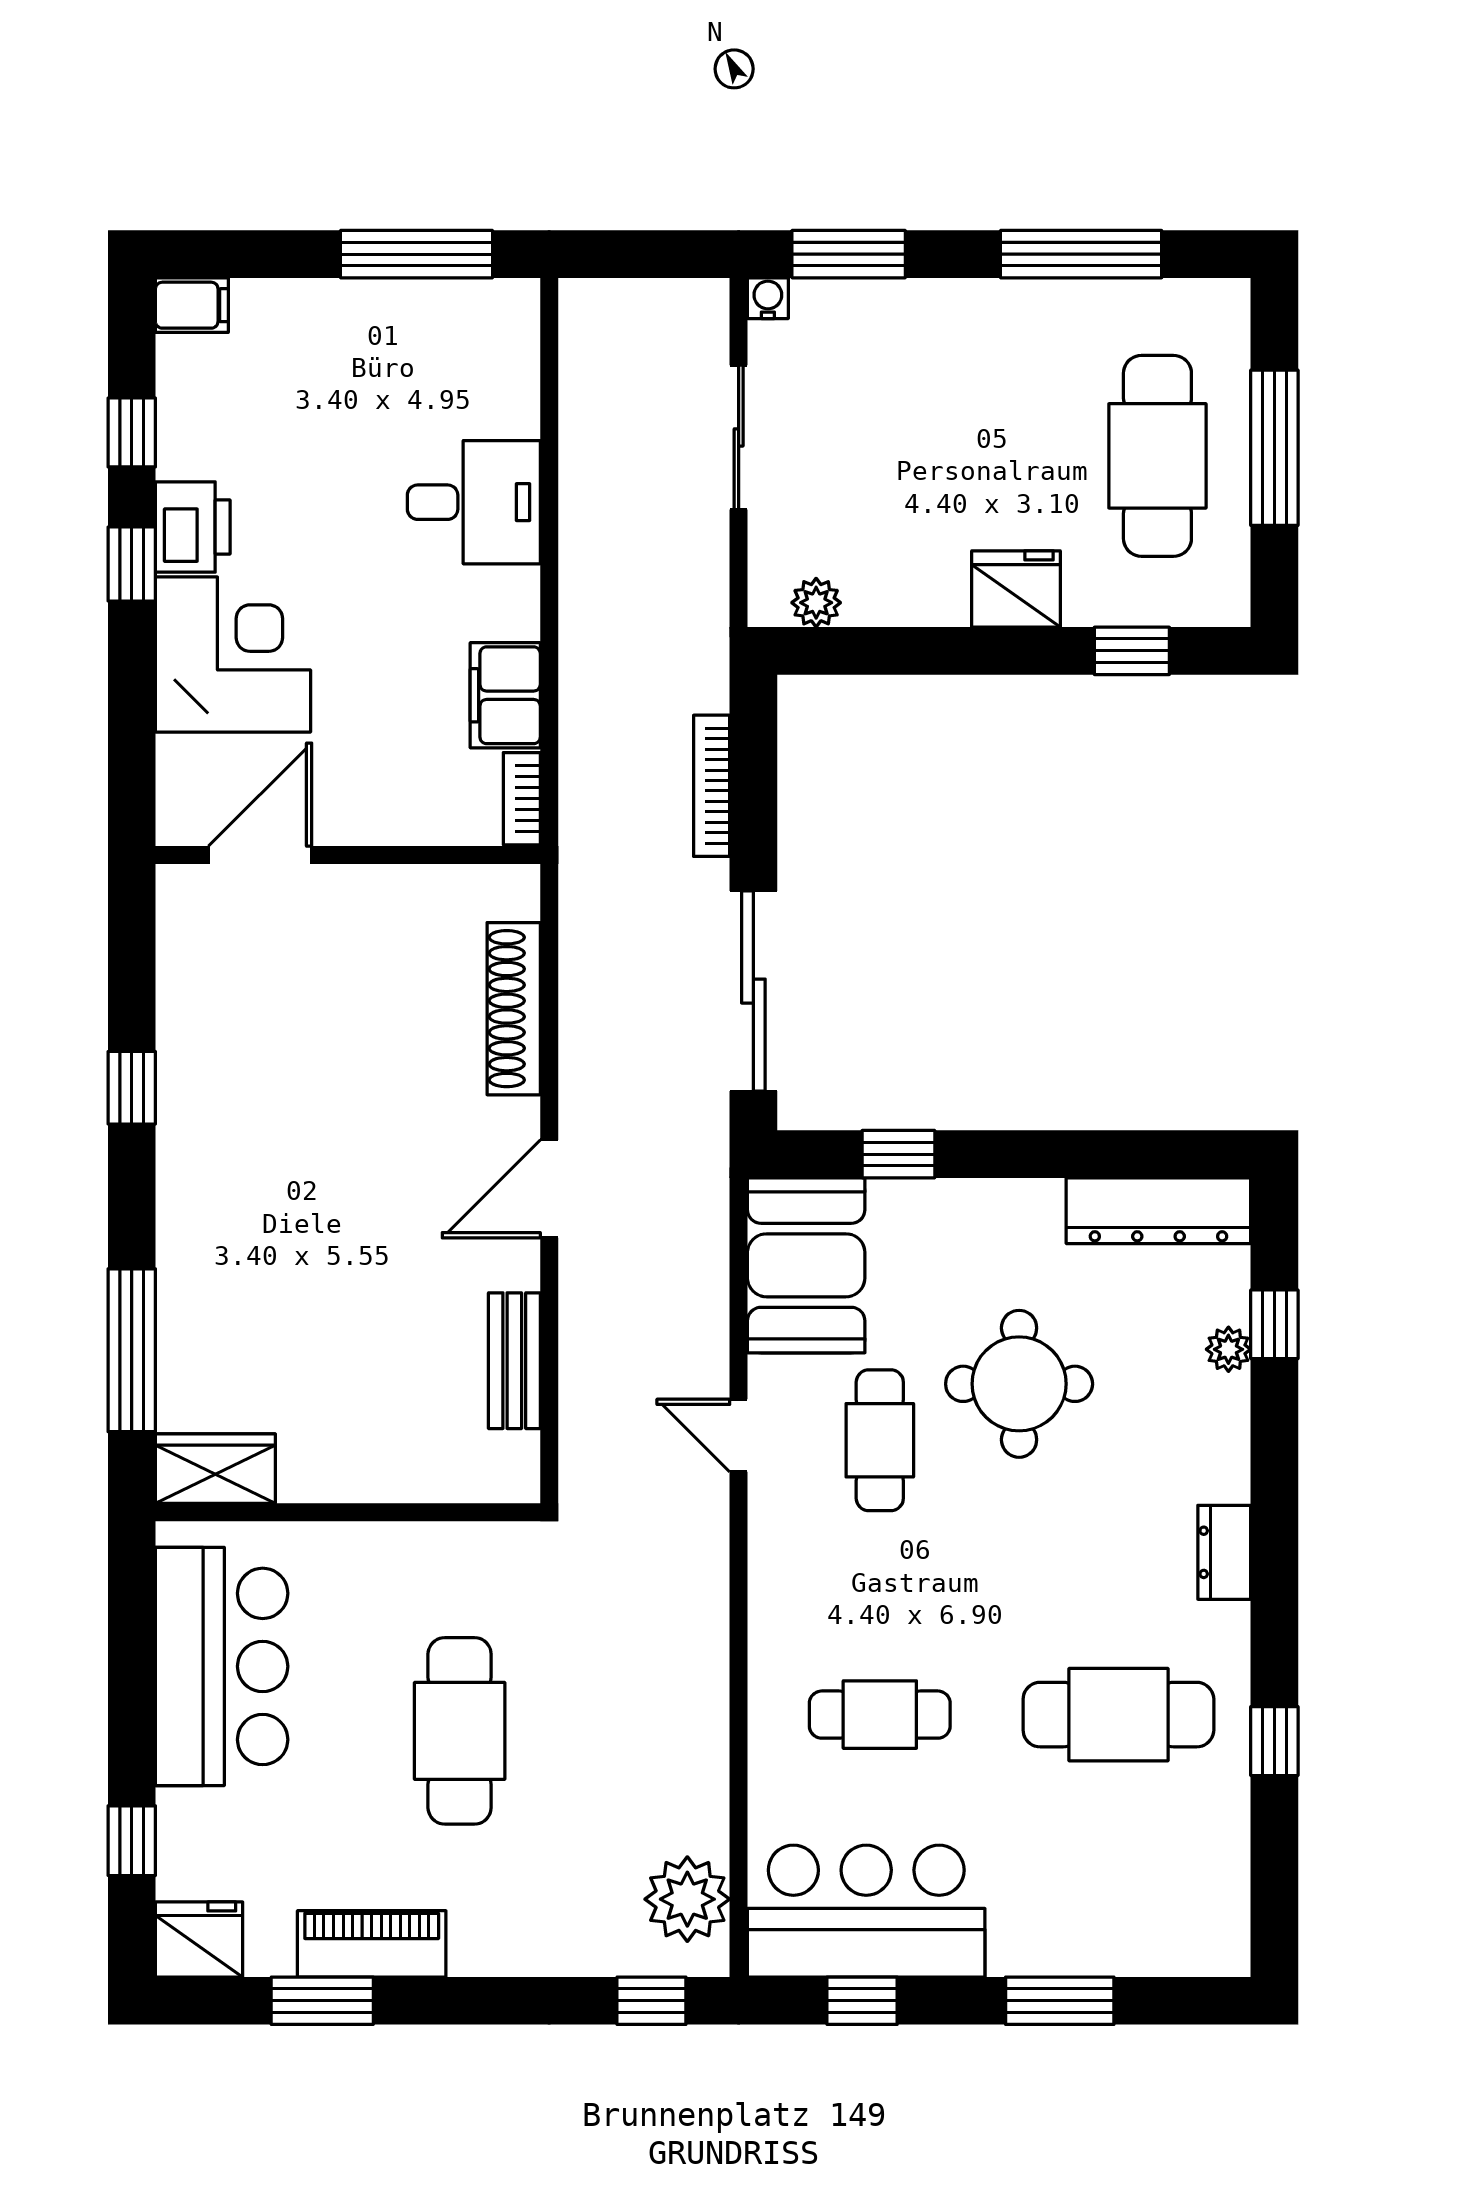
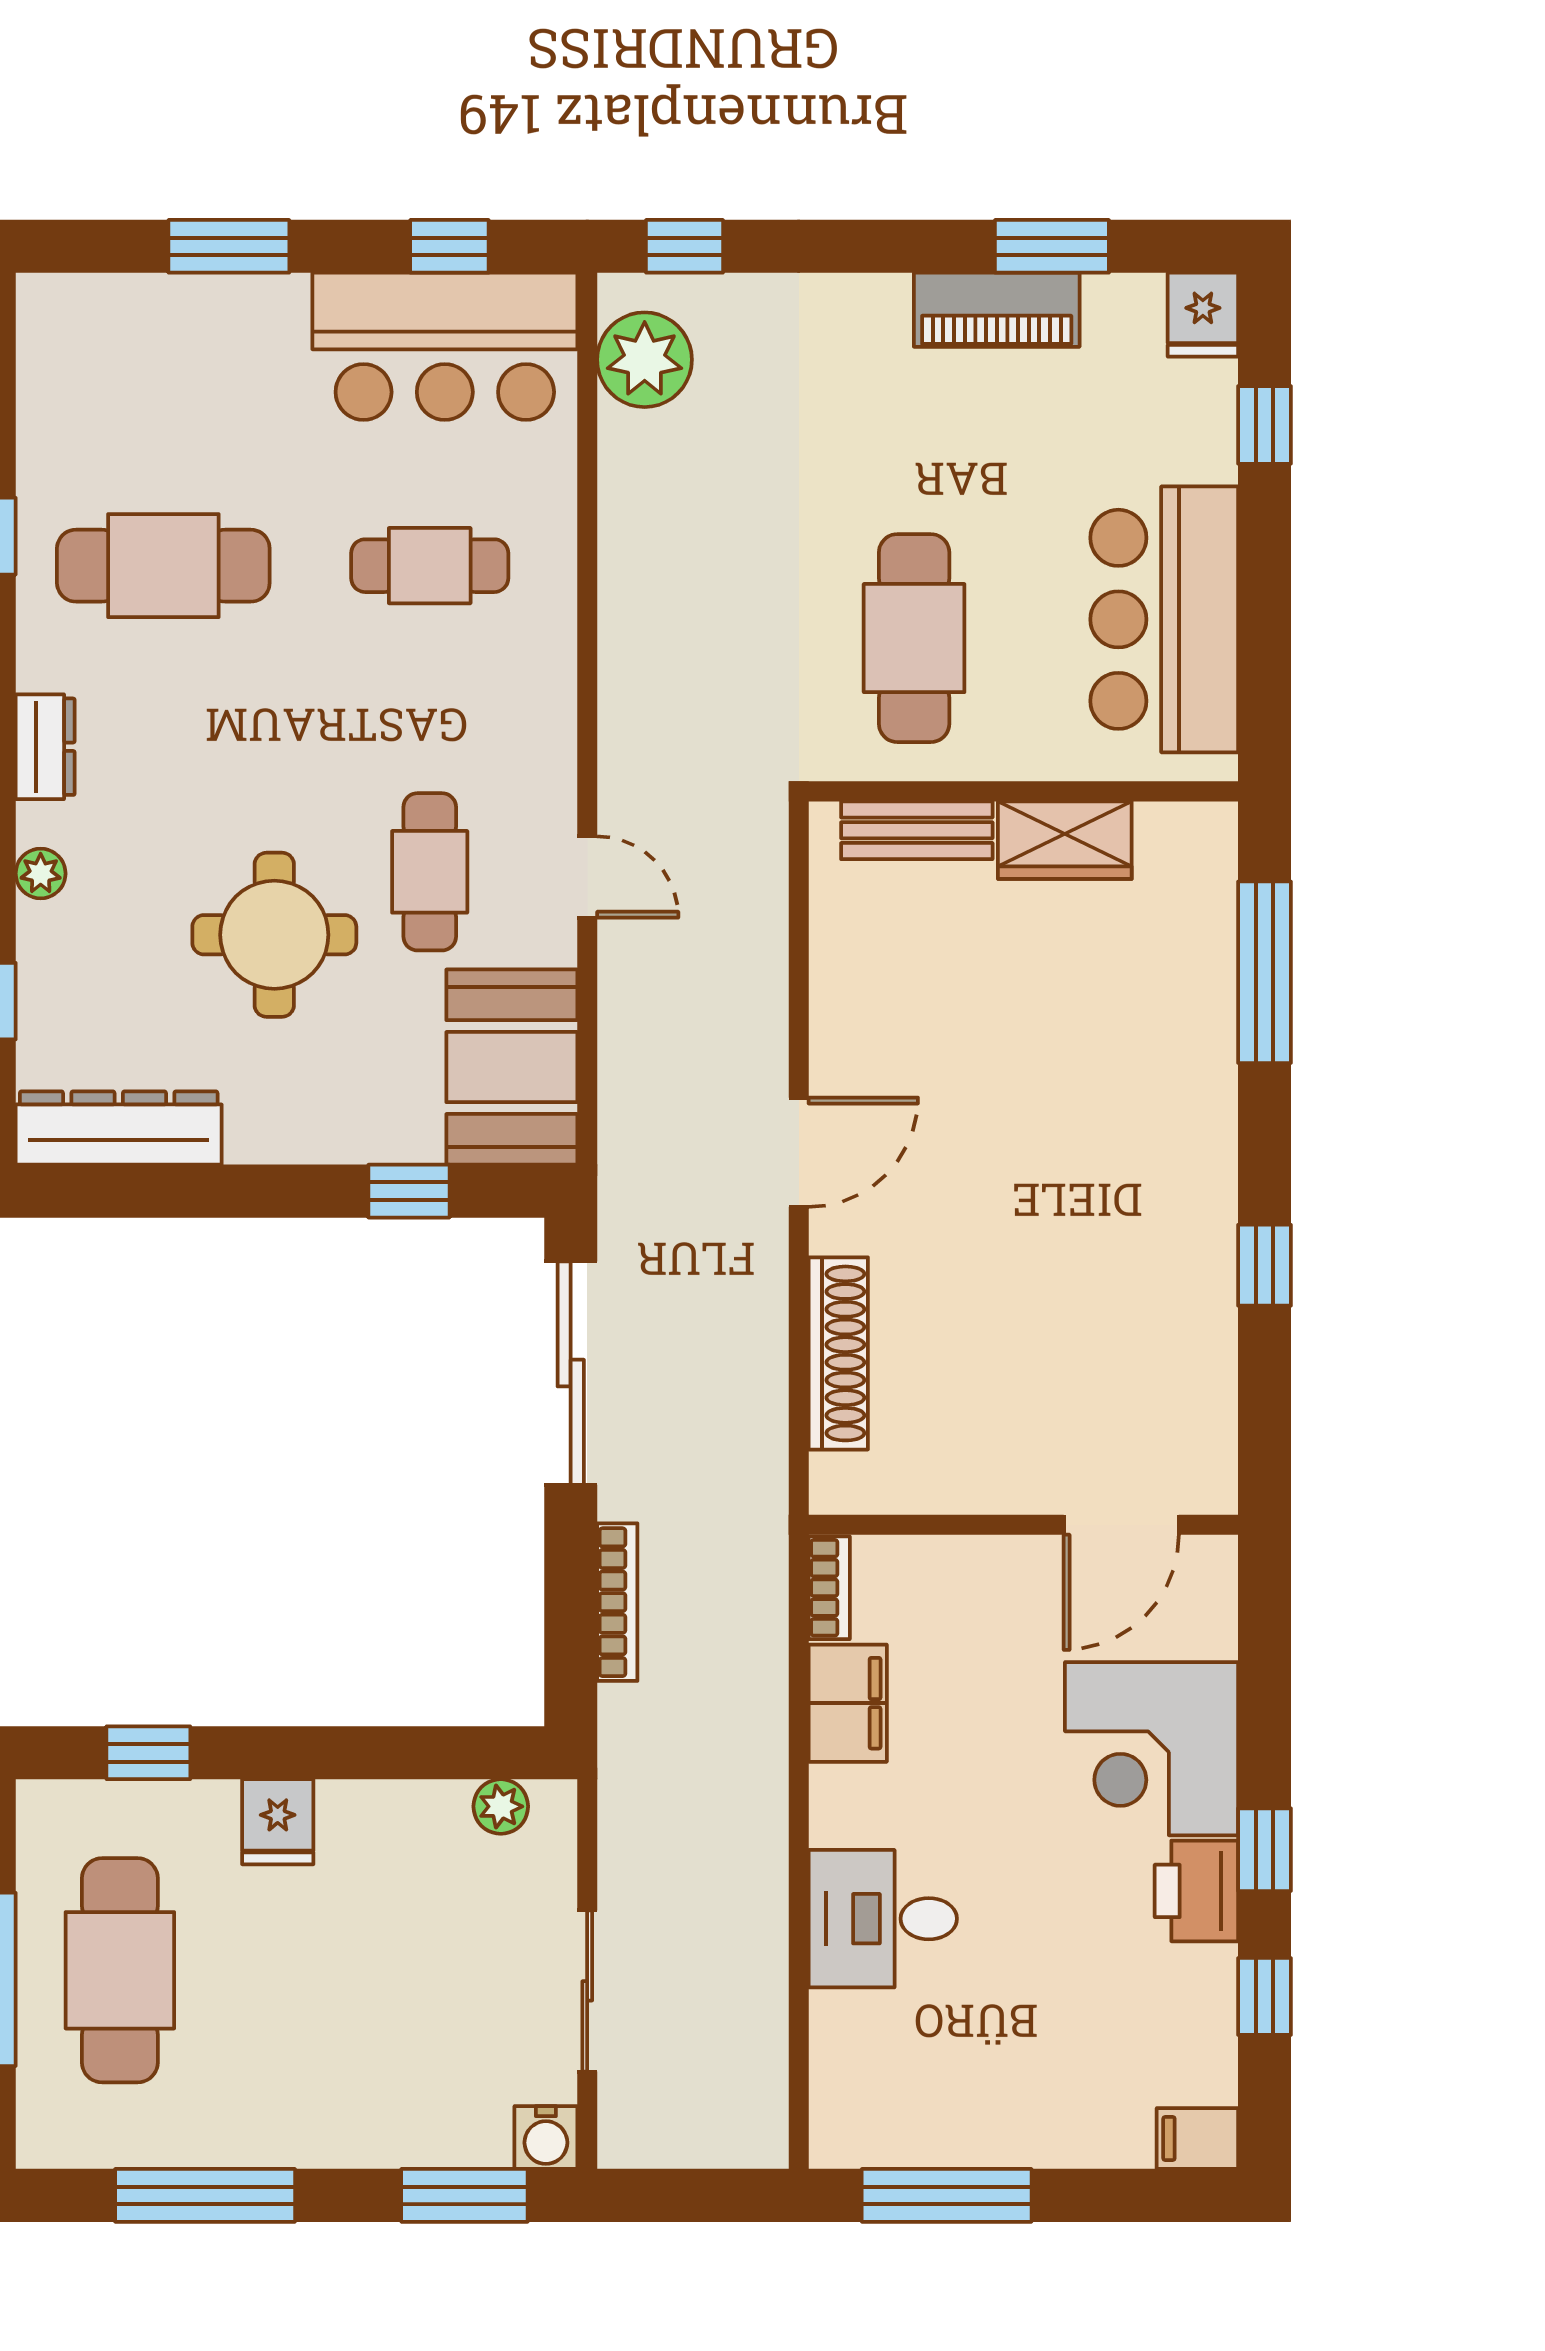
water cooler: (768, 298) -> (546, 2138), width x1.38, depth x1.38
fridge: (1016, 589) -> (278, 1822), width x0.72
plant: (1228, 1349) -> (41, 874), moved
bench: (514, 1361) -> (917, 830), moved, turned 90
wardrobe: (215, 1469) -> (1065, 840), moved
cafe table: (460, 1731) -> (914, 638), moved
fridge: (199, 1939) -> (1203, 315), width x0.72

